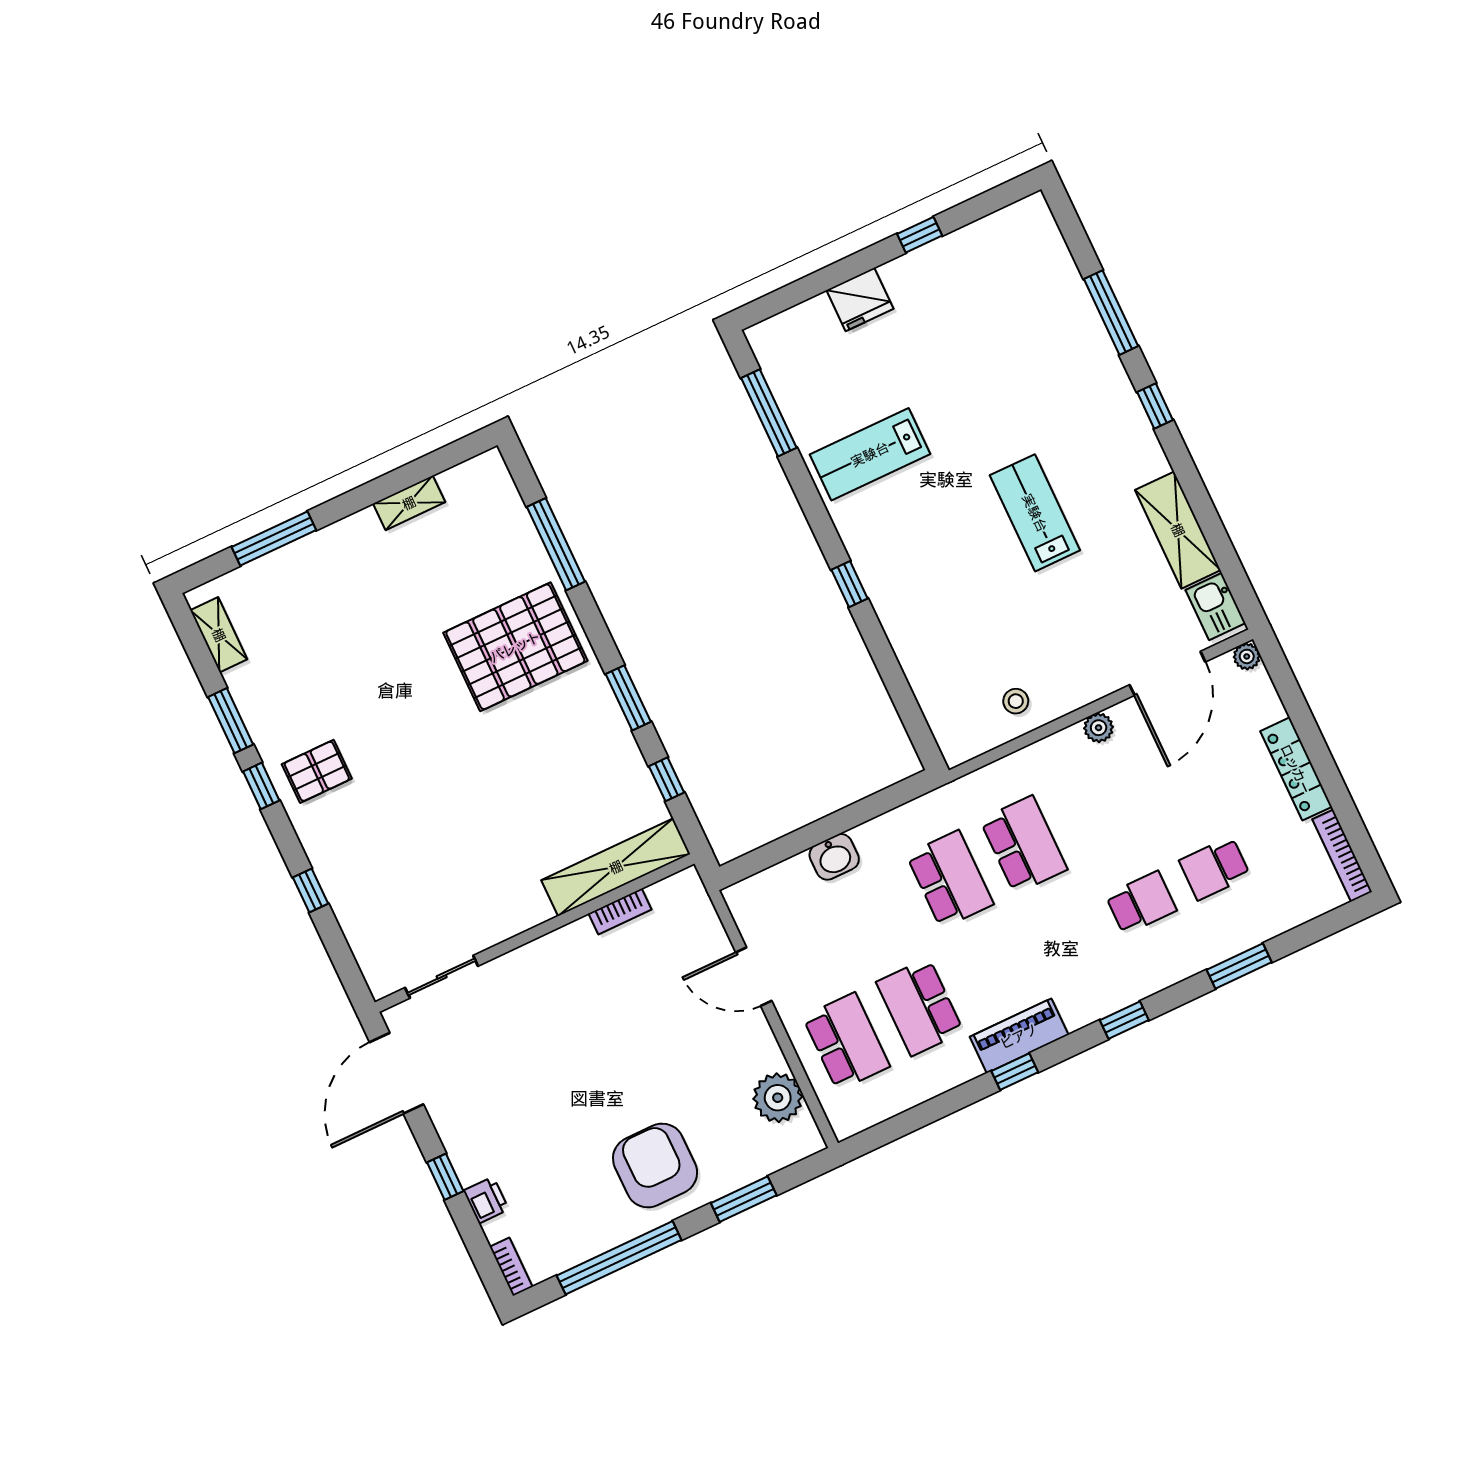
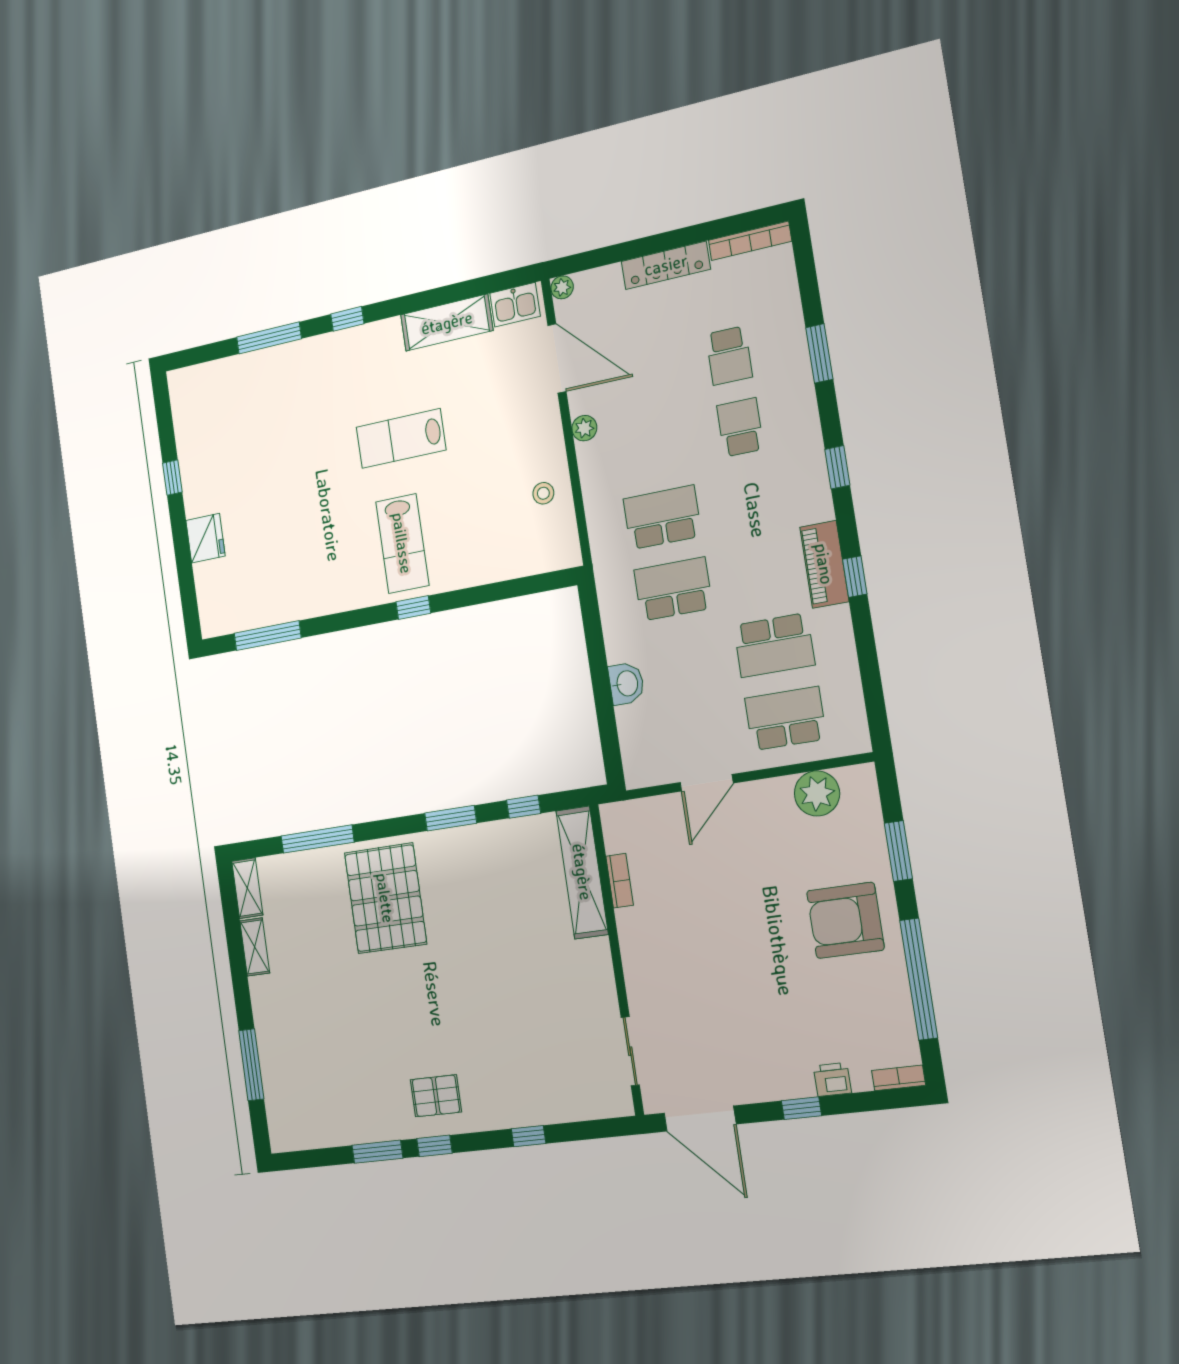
lab bench: (870, 454) -> (402, 543), moved
shelving: (219, 635) -> (247, 888), moved, turned 90
pallet: (317, 771) -> (436, 1096), turned 90

